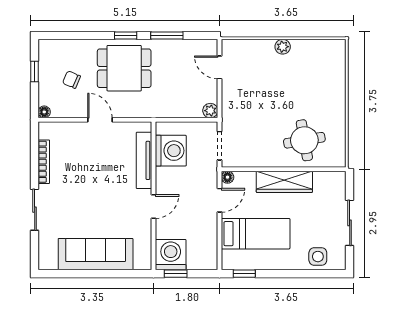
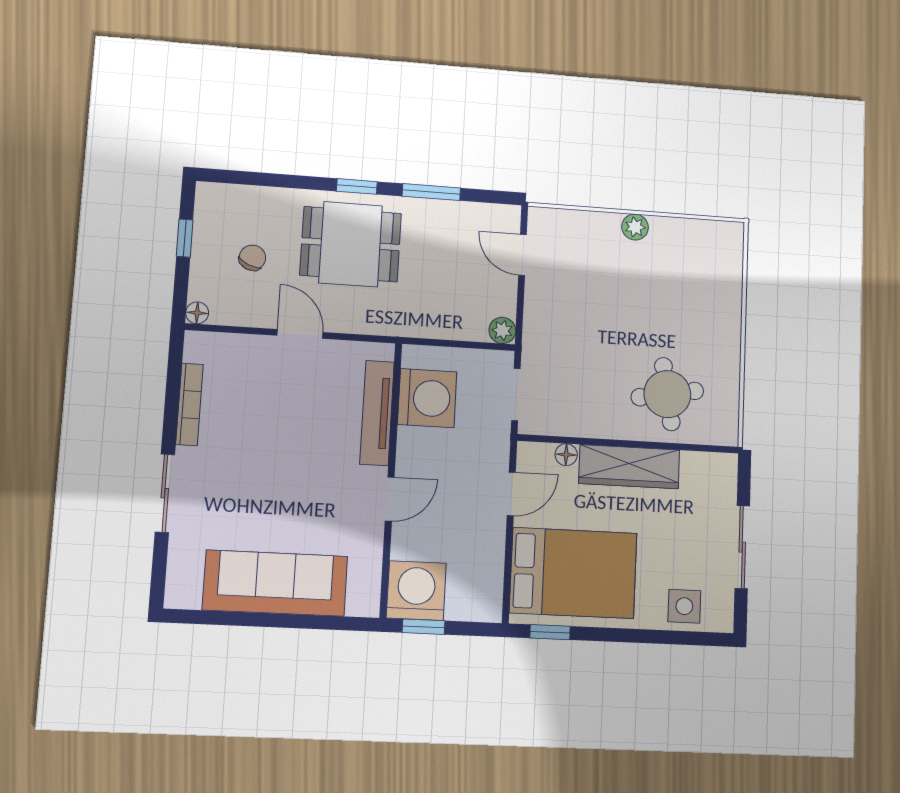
chair: (71, 80) -> (252, 258), turned 90
floor lamp: (227, 177) -> (566, 455), moved
bed: (256, 234) -> (573, 573), width x1.50

